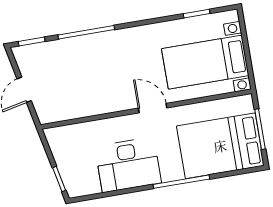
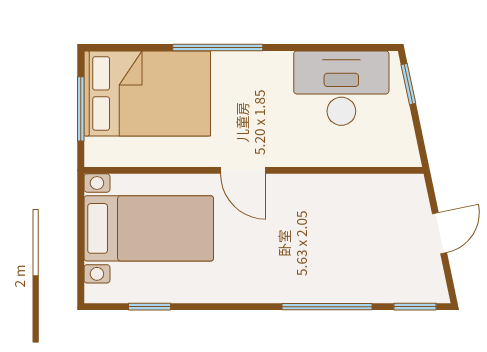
desk: (128, 165) -> (341, 88), moved

